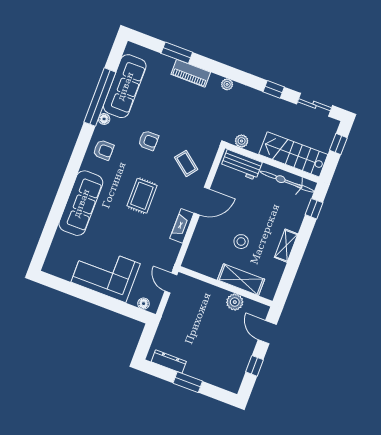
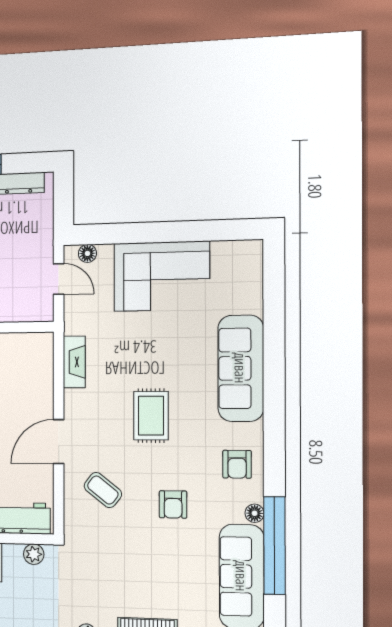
armchair: (148, 140) -> (173, 504), turned -90
armchair: (103, 150) -> (237, 464), turned -90
fireplace: (182, 226) -> (74, 362), moved
door: (171, 283) -> (59, 279), moved

